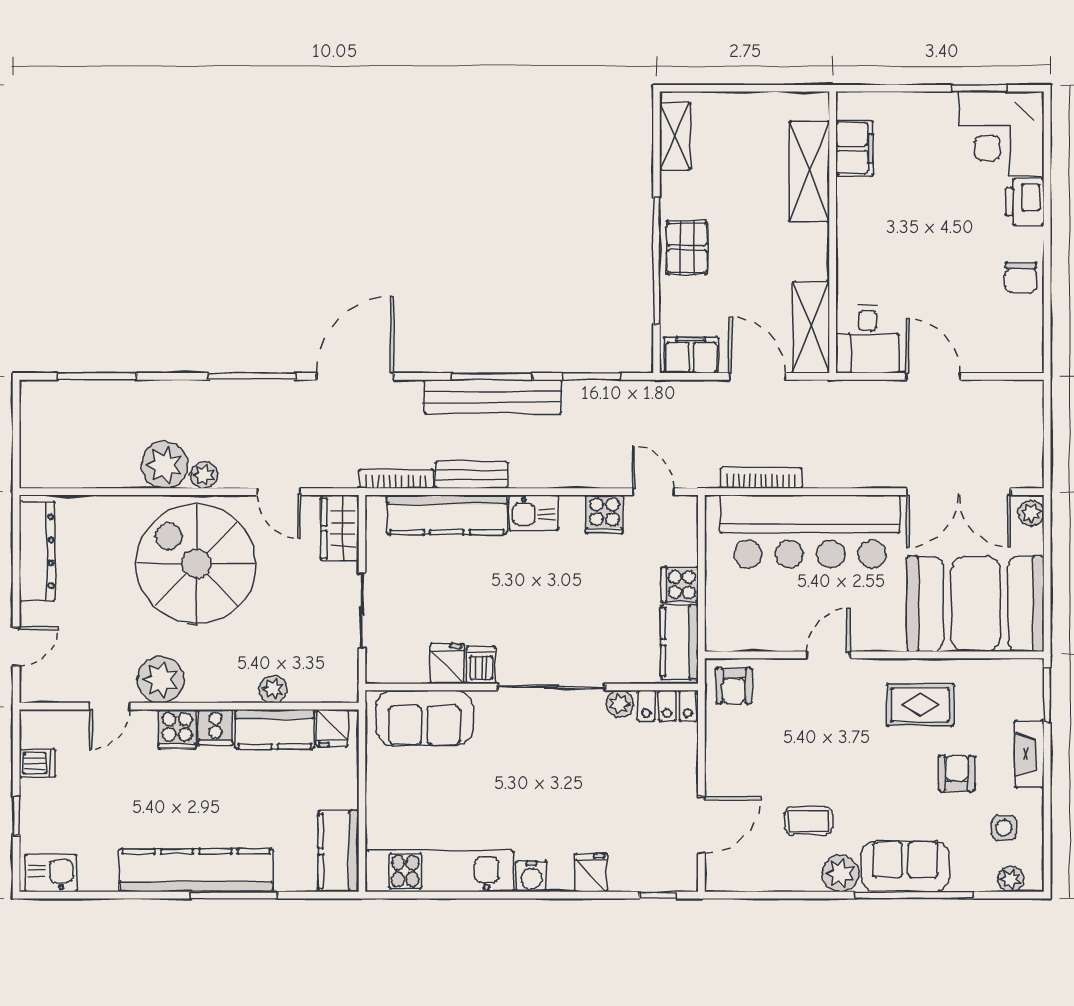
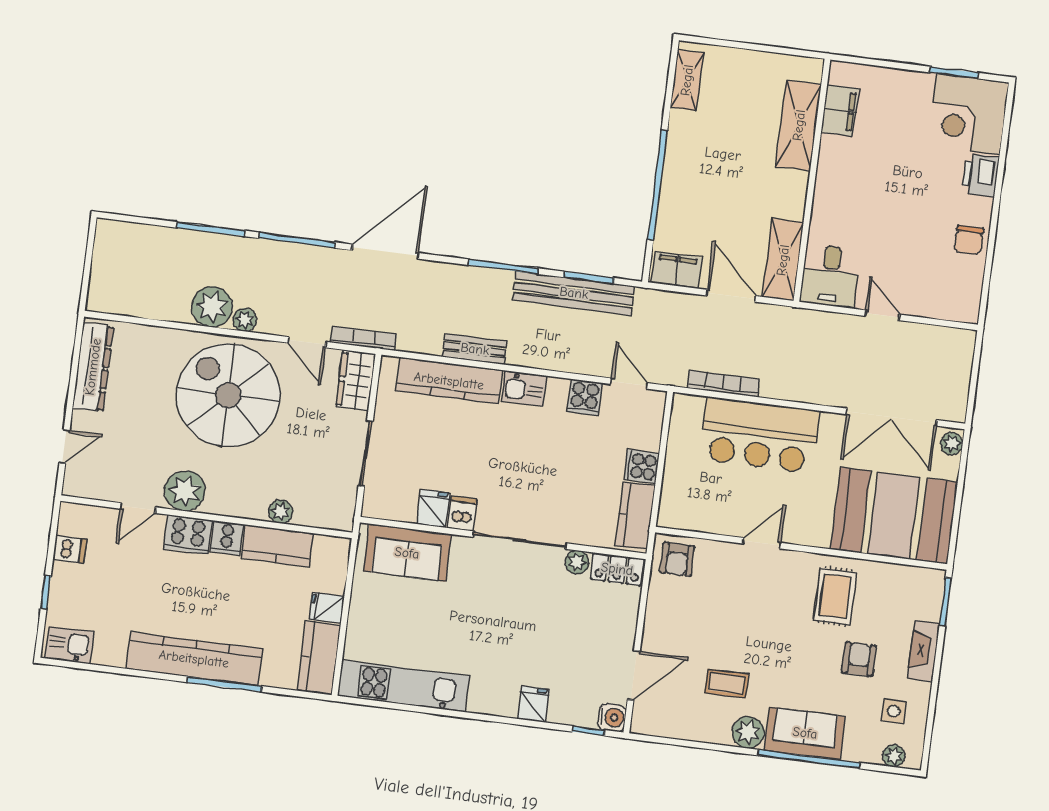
pallet: (687, 248) -> (685, 178), removed
window: (97, 376) -> (211, 229), moved
door: (933, 376) -> (882, 315), width x0.73
bench: (493, 397) -> (574, 293), moved
bookcase: (396, 479) -> (364, 338), moved
bar counter: (810, 531) -> (759, 435), width x0.73
rug: (920, 705) -> (835, 596), turned 90
fridge: (332, 728) -> (327, 608), moved, turned 90
cooker: (177, 729) -> (188, 534), width x1.36
water cooler: (531, 876) -> (612, 717), moved, turned -90

